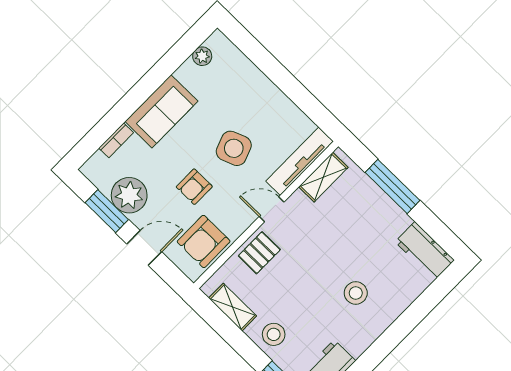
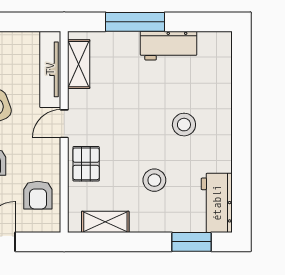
armchair: (204, 241) -> (38, 195), width x0.72, depth x0.72
workbench: (425, 251) -> (169, 46), moved
stool: (274, 334) -> (154, 180), moved

